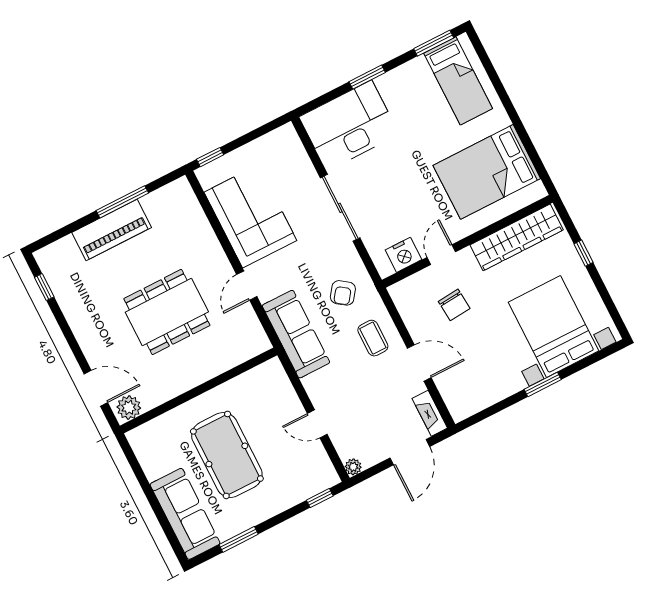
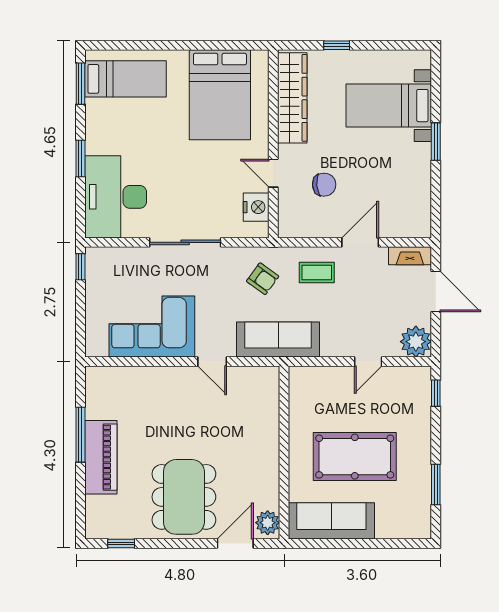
window: (210, 157) -> (80, 267), moved
dining table: (167, 312) -> (184, 497), moved
bed with nightstands: (554, 326) -> (389, 106), width x0.73
plant: (353, 467) -> (416, 342), width x1.88, depth x1.88
sofa: (185, 514) -> (331, 521), moved

